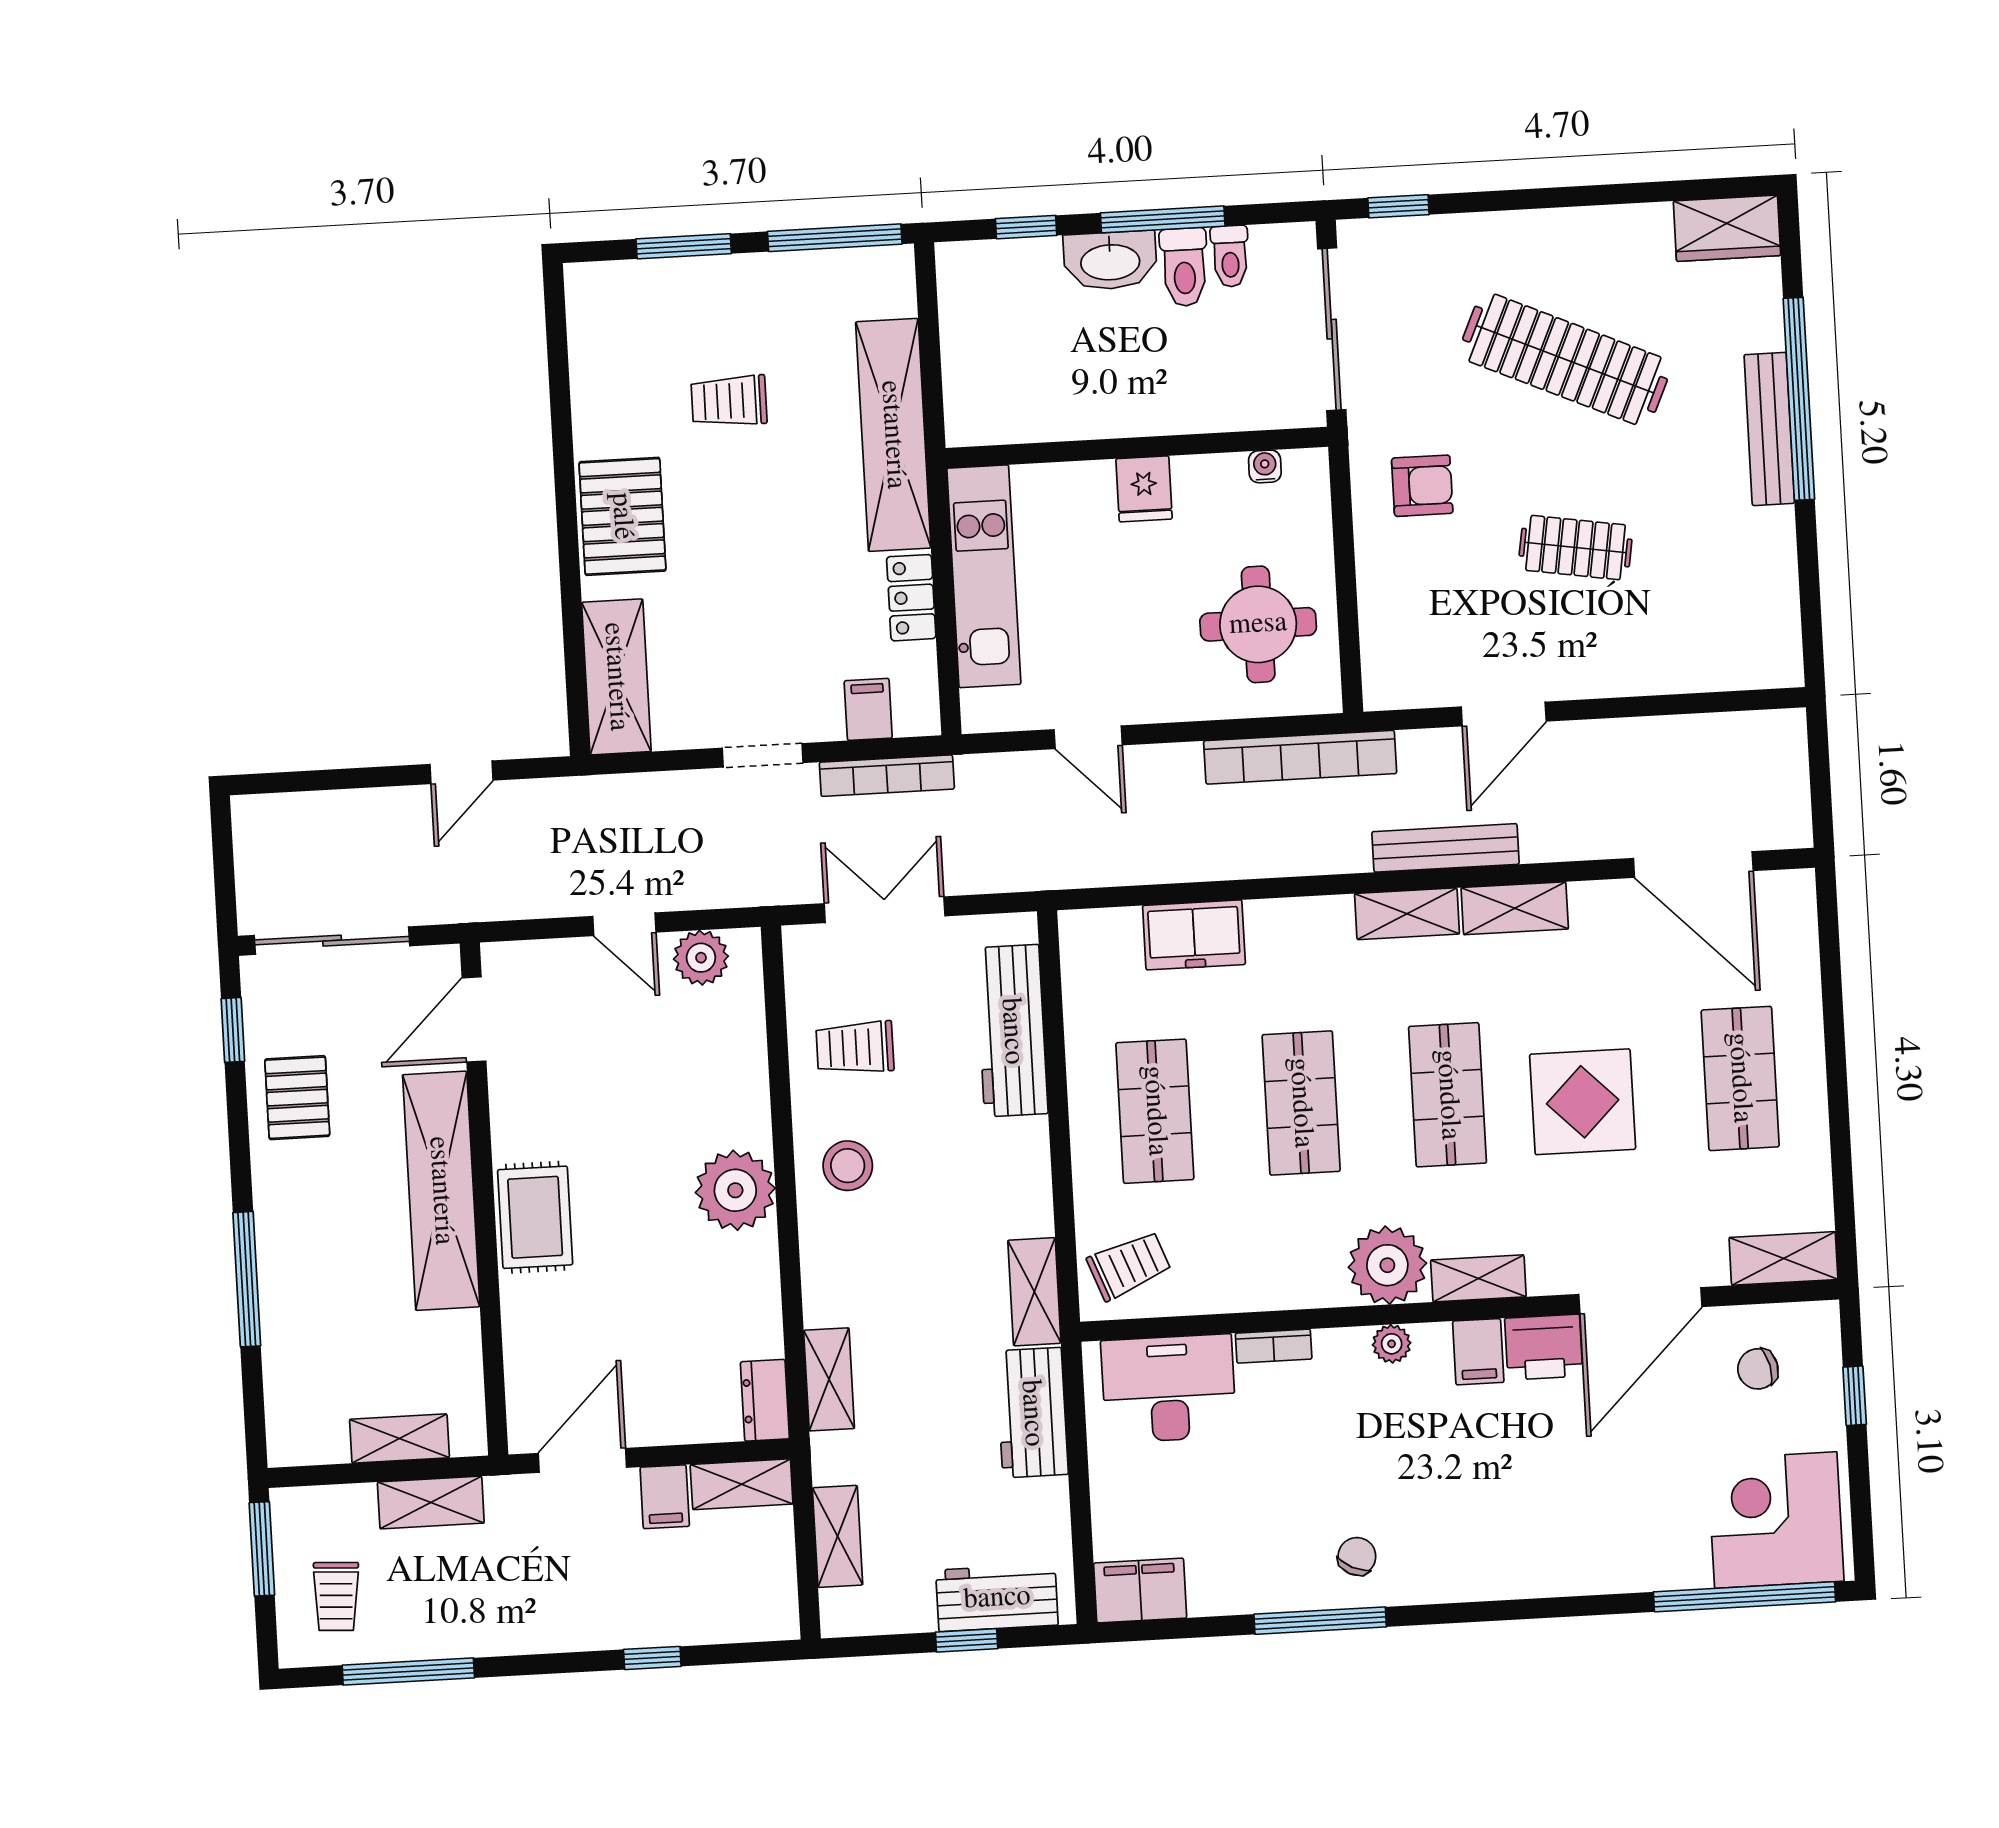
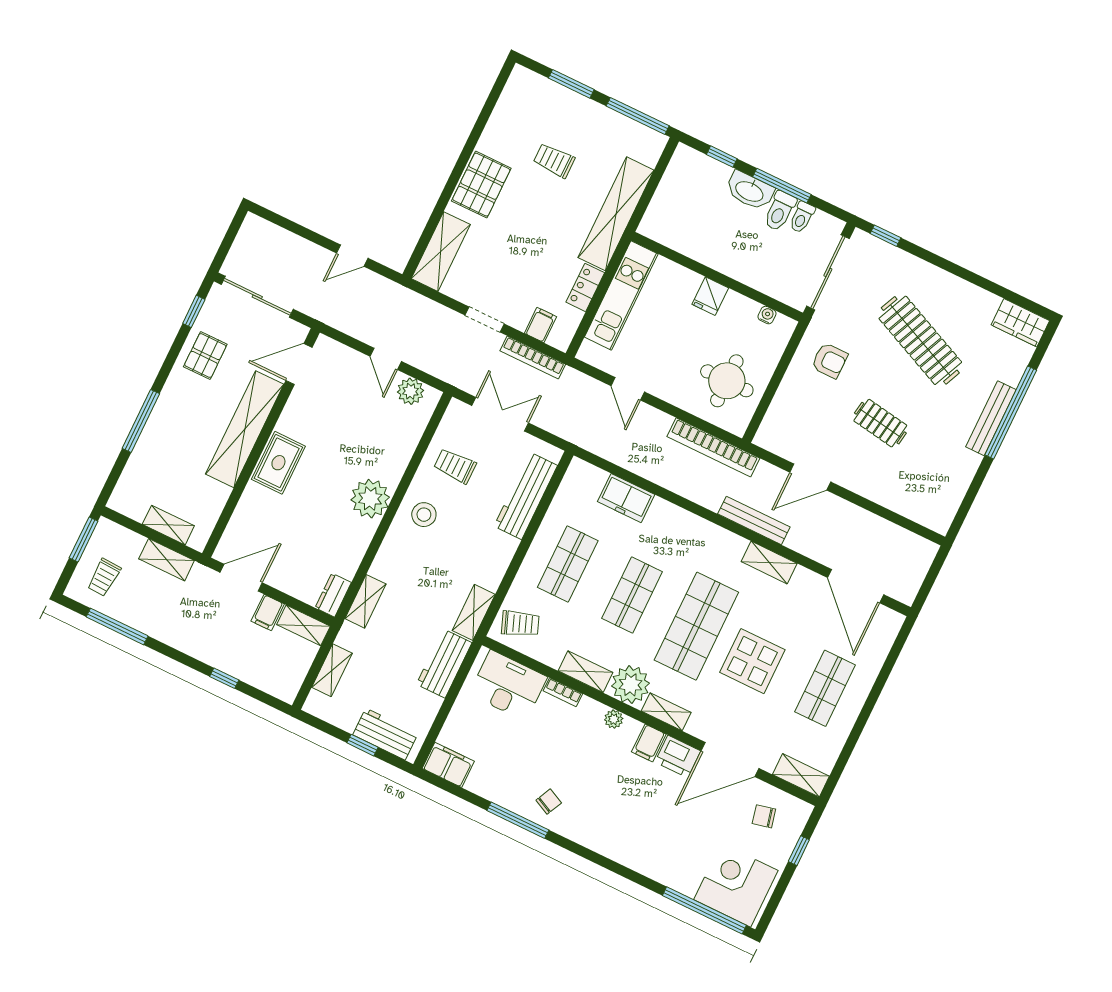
shelving: (1407, 914) -> (585, 672), moved
shop shelf: (1448, 1095) -> (696, 626), width x1.43, depth x1.36

